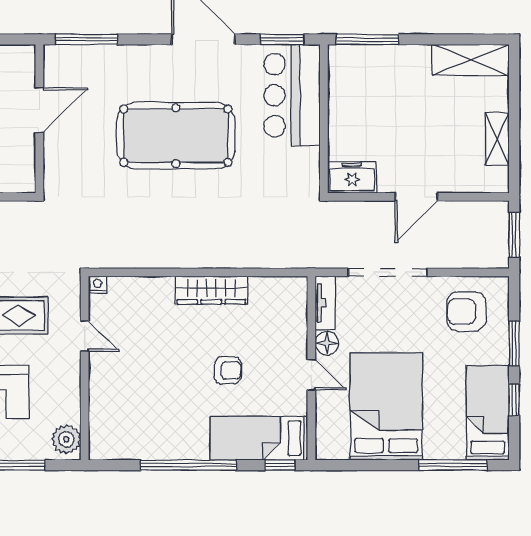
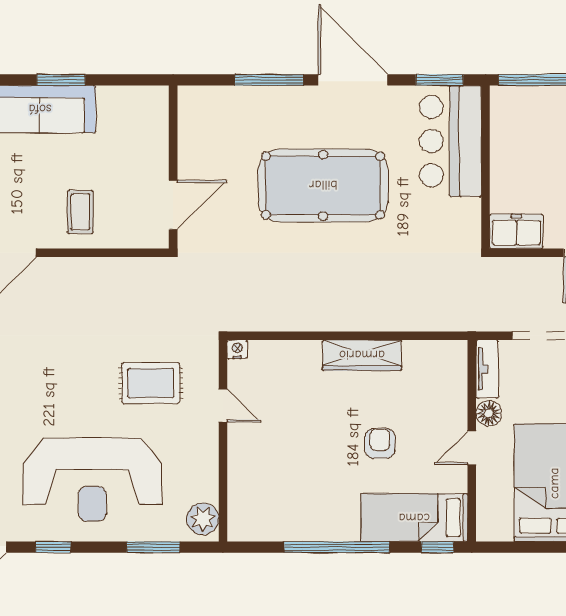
window: (86, 39) -> (269, 80), moved
door: (39, 110) -> (173, 205), moved
armchair: (228, 371) -> (380, 443), turned -90
door: (311, 375) -> (472, 448), swing flipped

